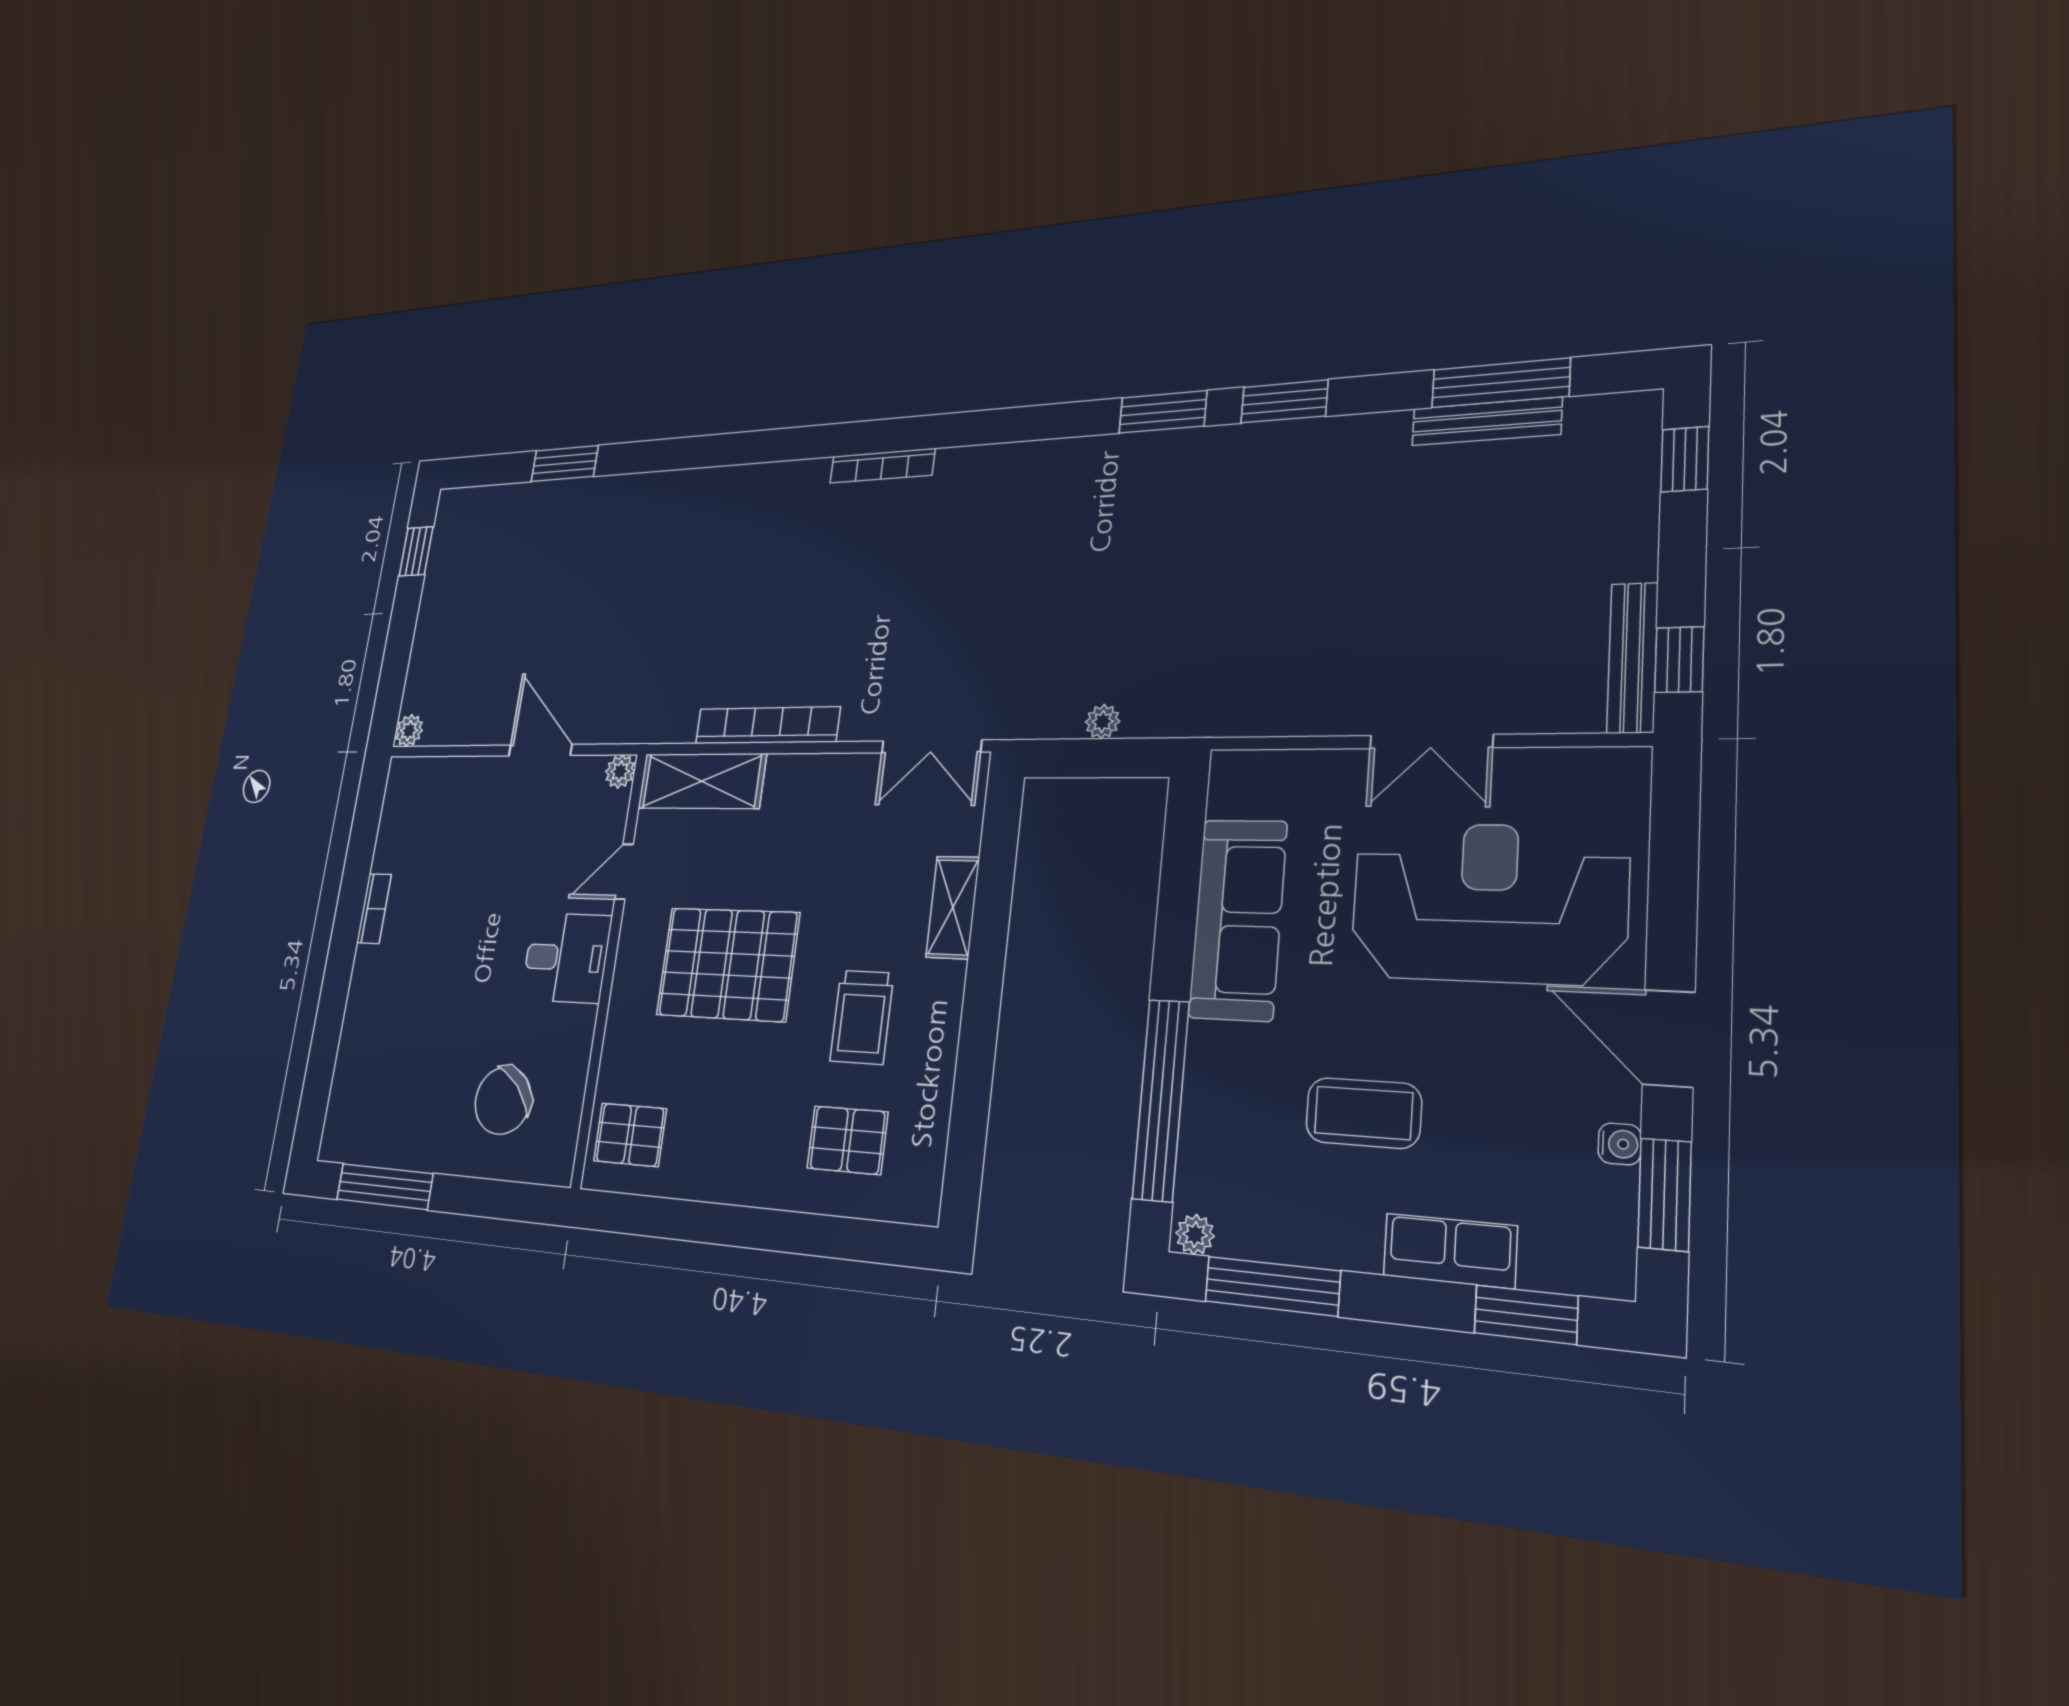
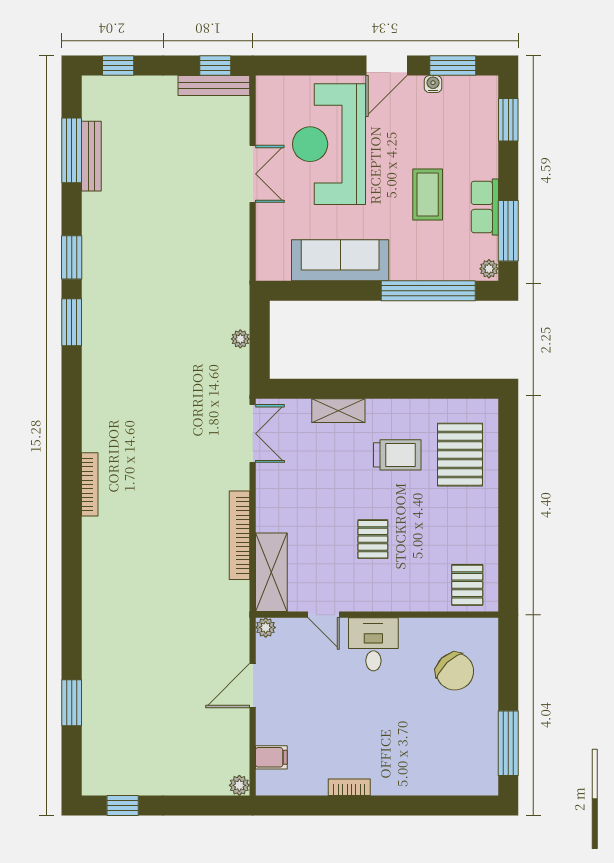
filing cabinet: (437, 781) -> (271, 757), added
pallet: (728, 964) -> (373, 539), width x0.49, depth x0.50
pallet: (847, 1140) -> (460, 455), width x1.50, depth x1.42
row of seats: (1450, 1251) -> (485, 207), moved

